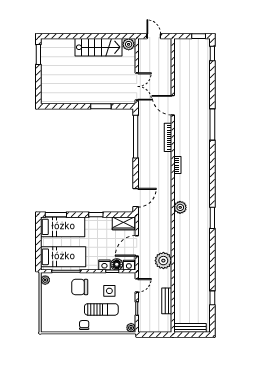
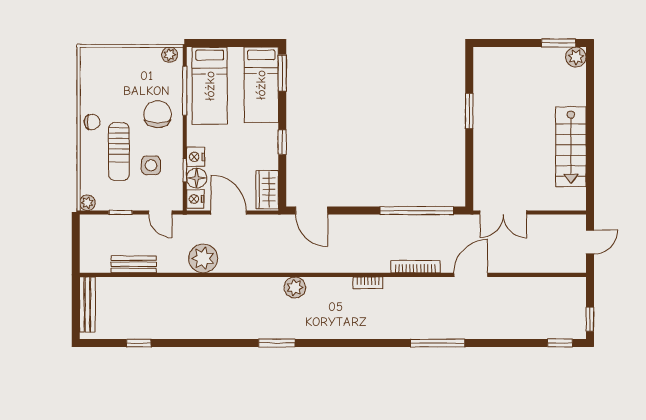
plant: (129, 44) -> (576, 57), moved
window: (101, 106) -> (469, 111), moved

